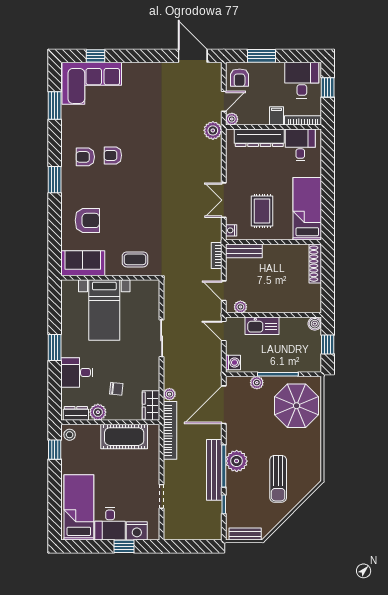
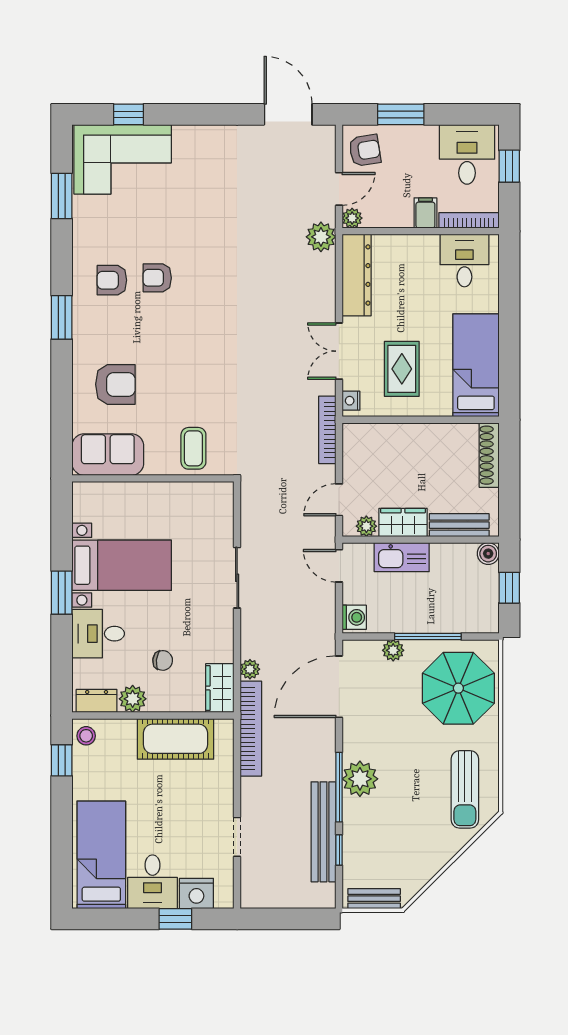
armchair: (240, 78) -> (365, 150), turned -99
dresser: (259, 138) -> (357, 275), moved, turned -90
bench: (244, 251) -> (459, 525), moved
bookcase: (217, 256) -> (327, 430), width x1.56
coffee table: (135, 259) -> (193, 448), turned 90
door: (224, 291) -> (339, 500), hinge flipped
wardrobe: (263, 305) -> (403, 522), added
bed with nightstands: (104, 310) -> (122, 565), moved, turned -90
bench: (214, 470) -> (324, 832), moved
sun lounger: (278, 479) -> (465, 789), moved

